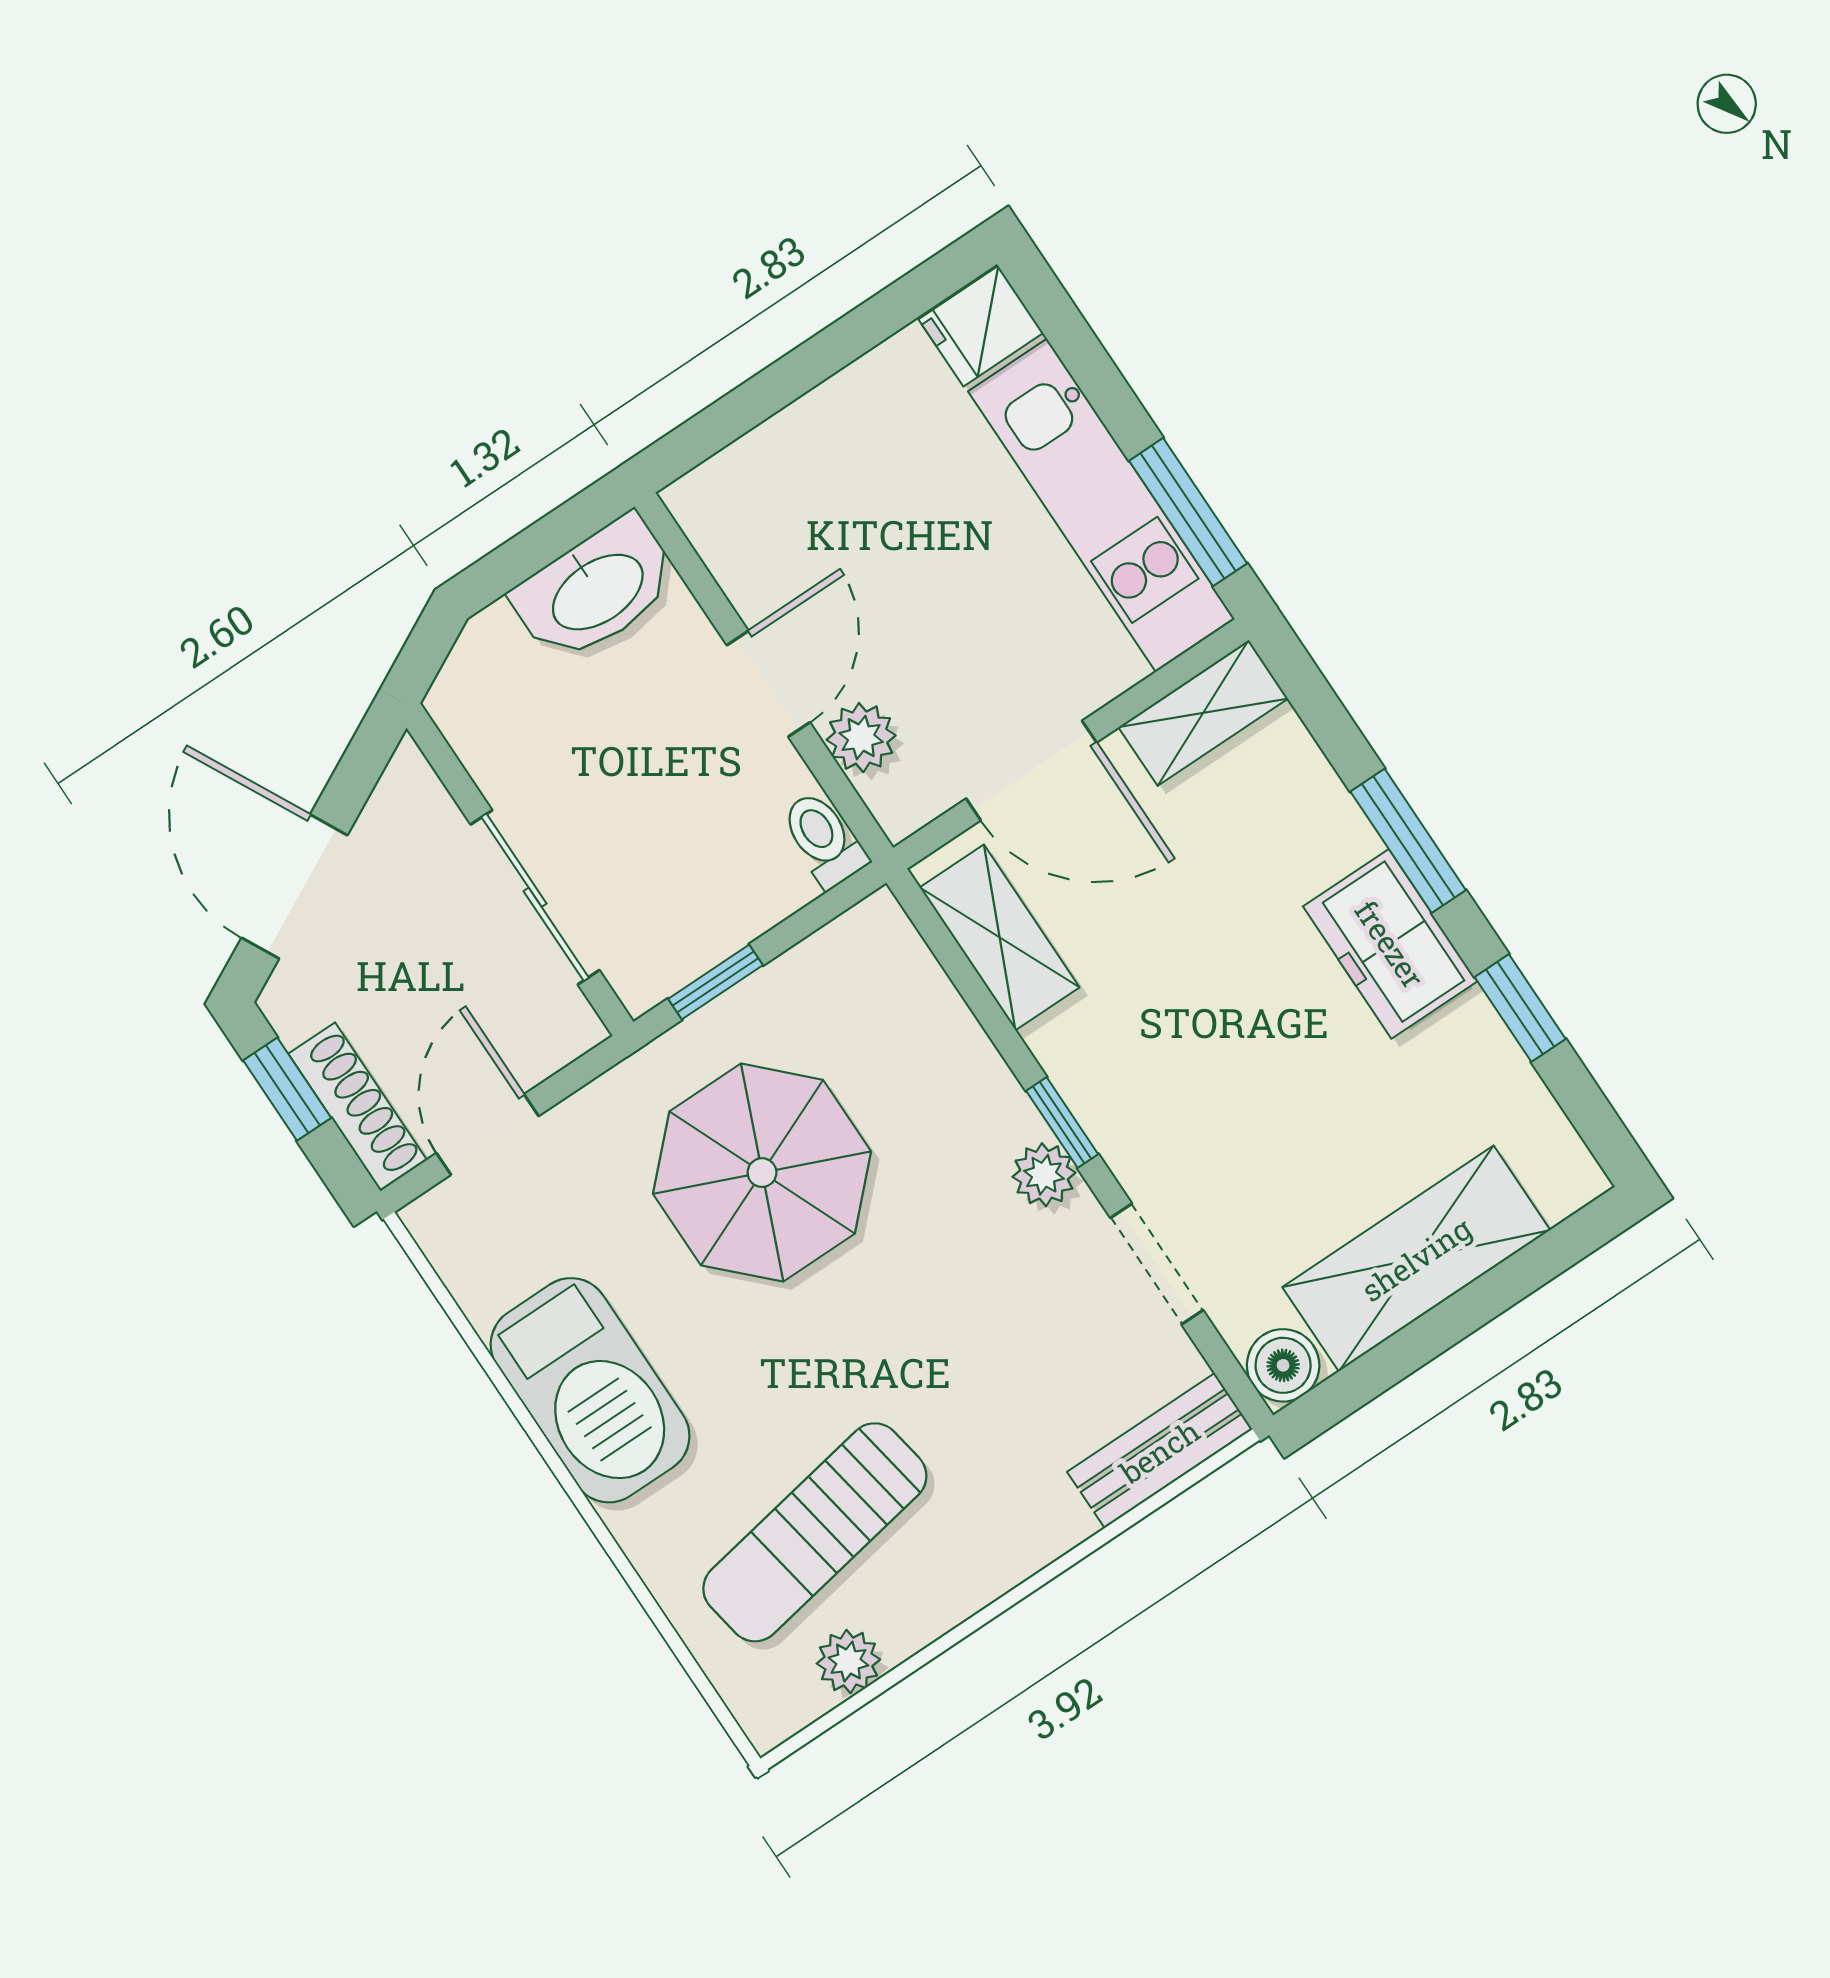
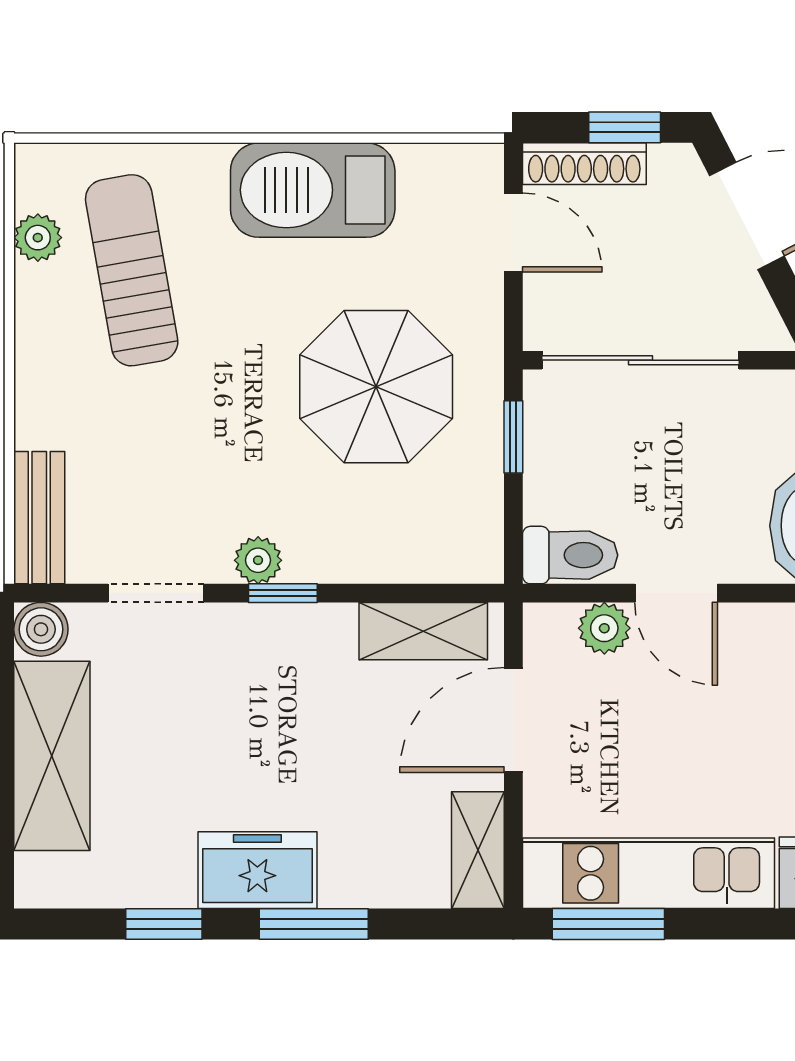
toilet: (824, 839) -> (570, 555), width x1.37, depth x1.39
sliding door: (535, 897) -> (641, 360), width x1.37

